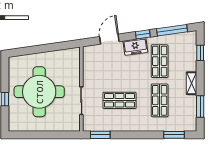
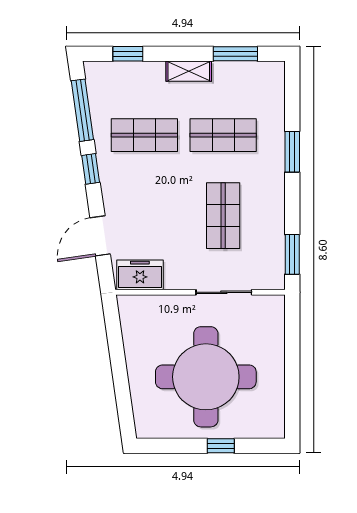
door: (109, 39) -> (100, 236), hinge flipped
freezer: (135, 47) -> (140, 275), moved, turned -82
window: (174, 135) -> (292, 152), moved

